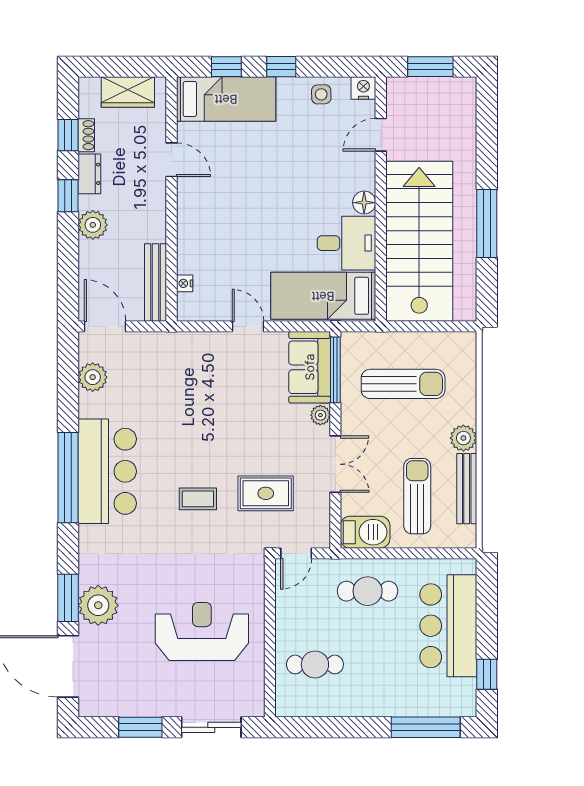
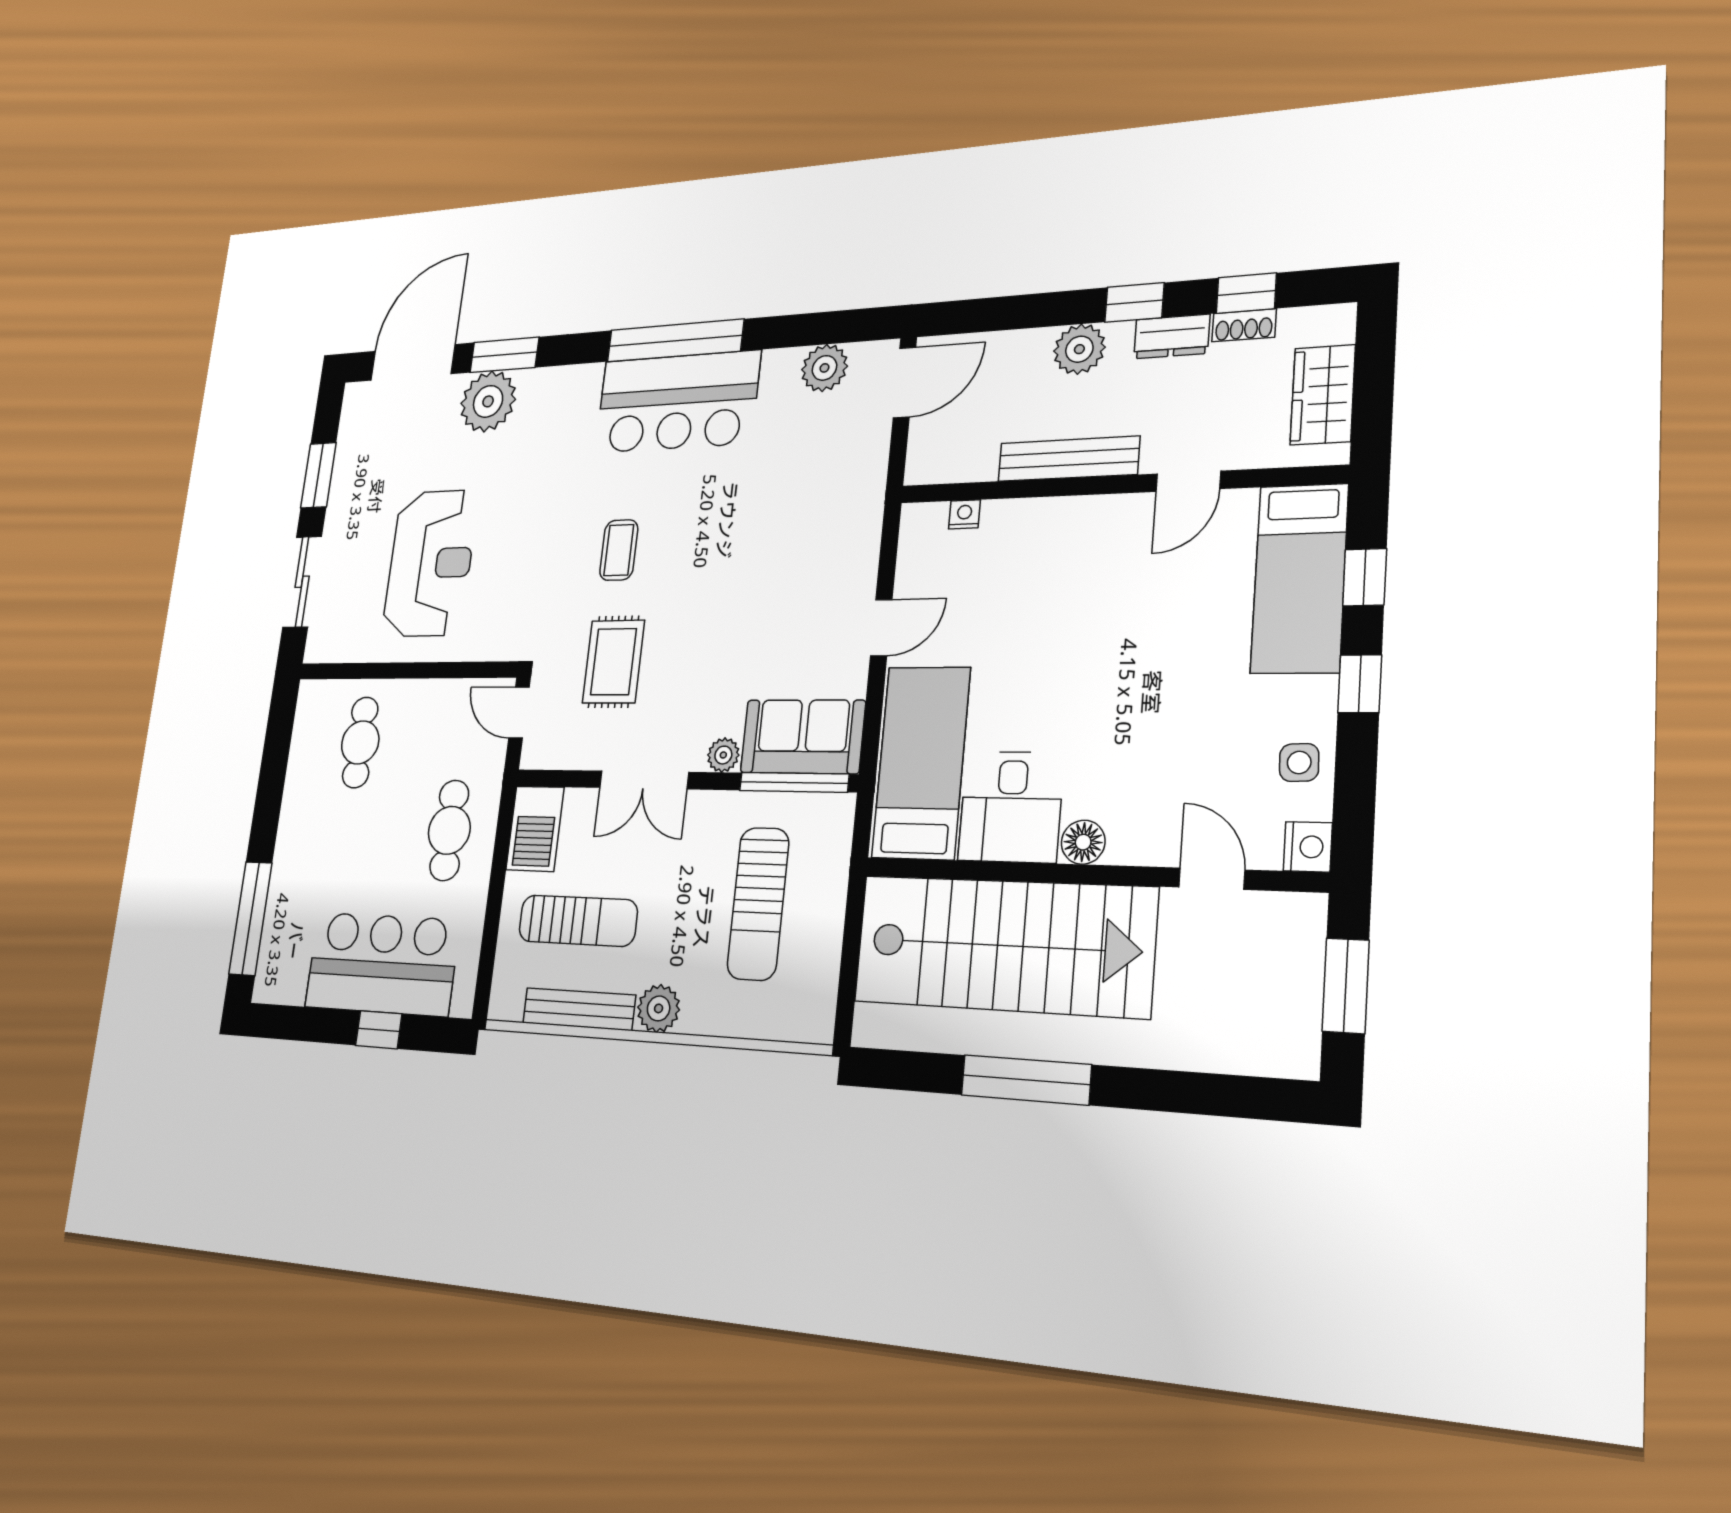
bench: (156, 282) -> (1068, 459), moved
window: (487, 674) -> (379, 1030), moved

